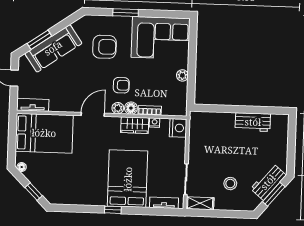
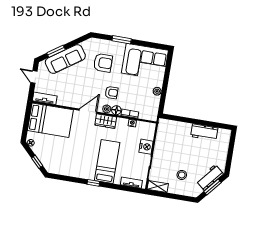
wardrobe: (135, 125) -> (106, 121), moved
nightstand: (178, 128) -> (146, 147), moved
bed: (128, 179) -> (107, 161), width x0.67

